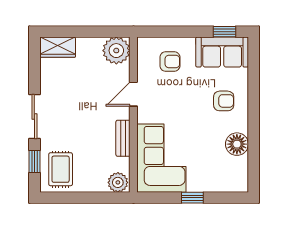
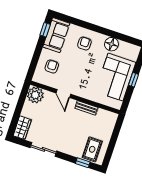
sliding door: (34, 116) -> (43, 149), moved
corner sofa: (161, 158) -> (116, 77), moved, turned -90
rug: (61, 169) -> (92, 149), turned 90
plant: (118, 182) -> (111, 119), removed

